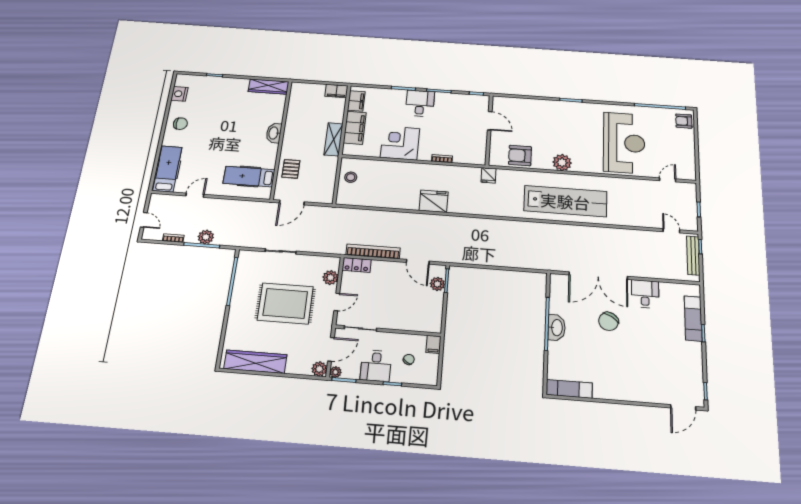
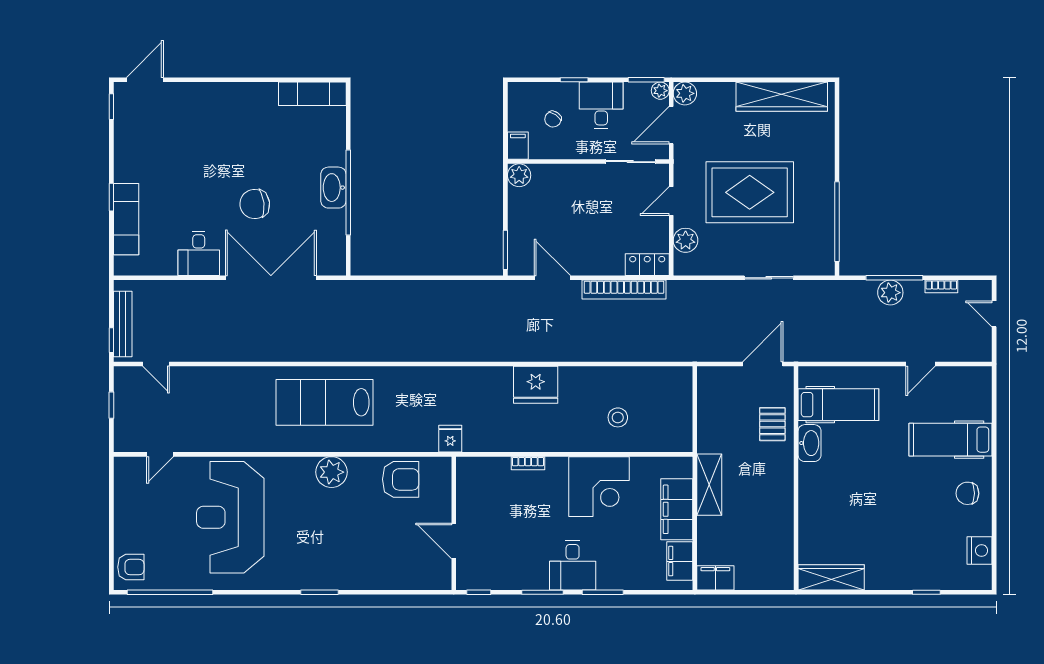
washbasin: (274, 133) -> (810, 443), moved
hospital bed: (167, 169) -> (951, 440), moved, turned 90
stool: (351, 177) -> (618, 417), moved
lab bench: (565, 201) -> (324, 402), width x0.73
plant: (437, 284) -> (519, 175), moved
chair: (608, 321) -> (255, 204), turned -128

